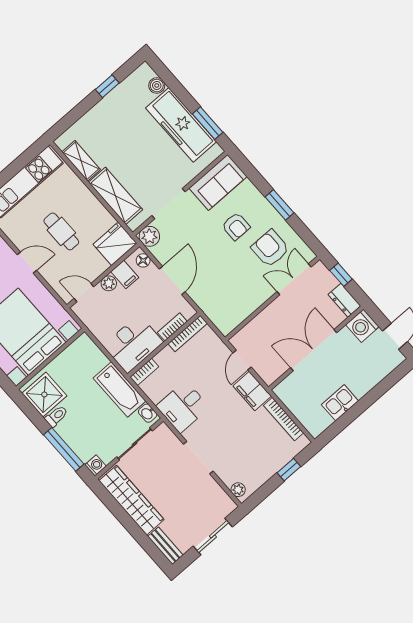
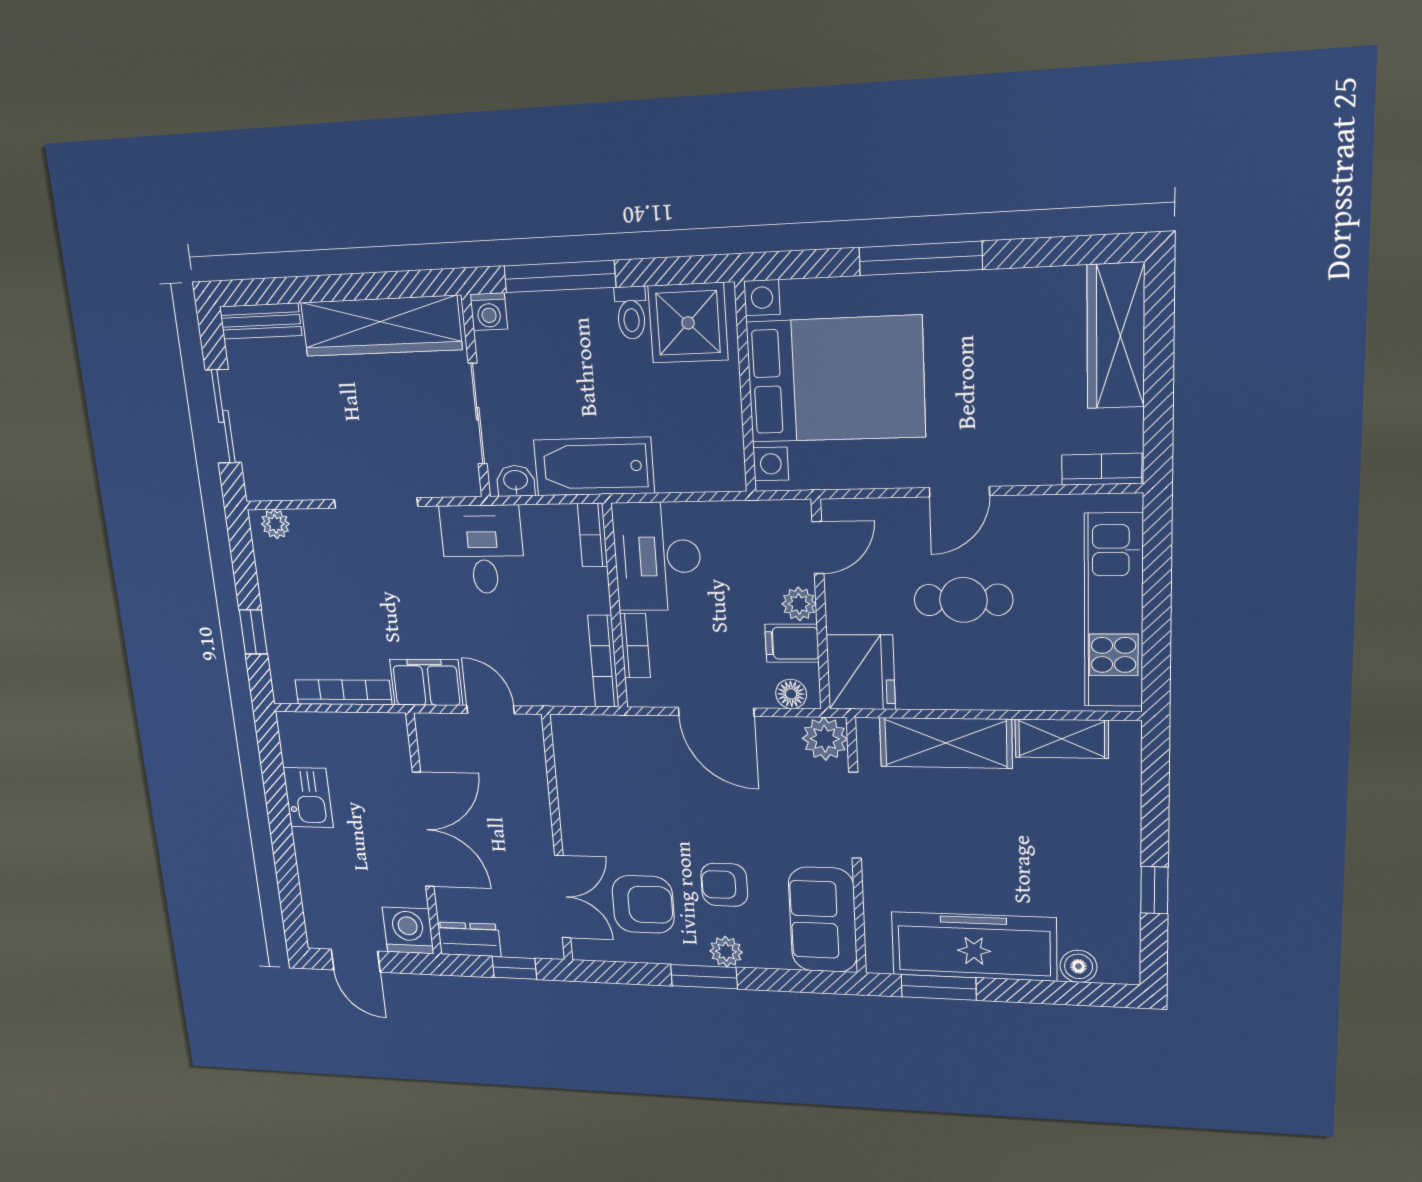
plant: (262, 205) -> (726, 952), added

